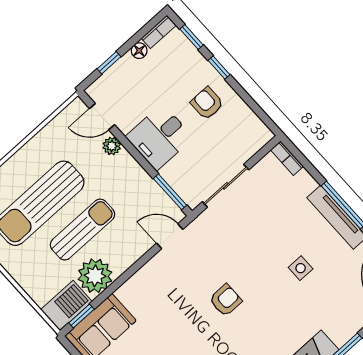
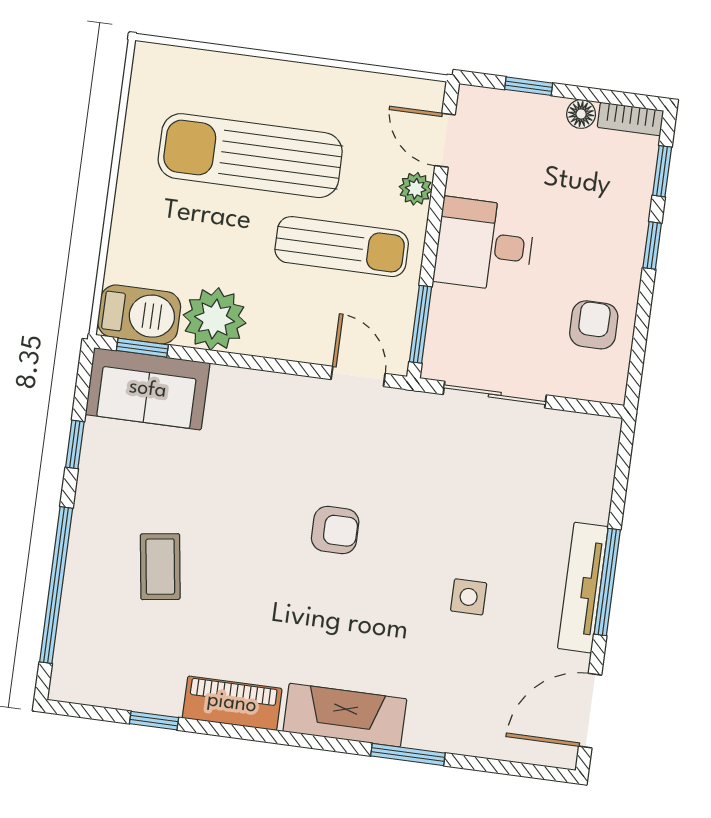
armchair: (207, 103) -> (594, 325), moved
bookcase: (287, 158) -> (606, 448), removed
sun lounger: (83, 230) -> (342, 247), moved

